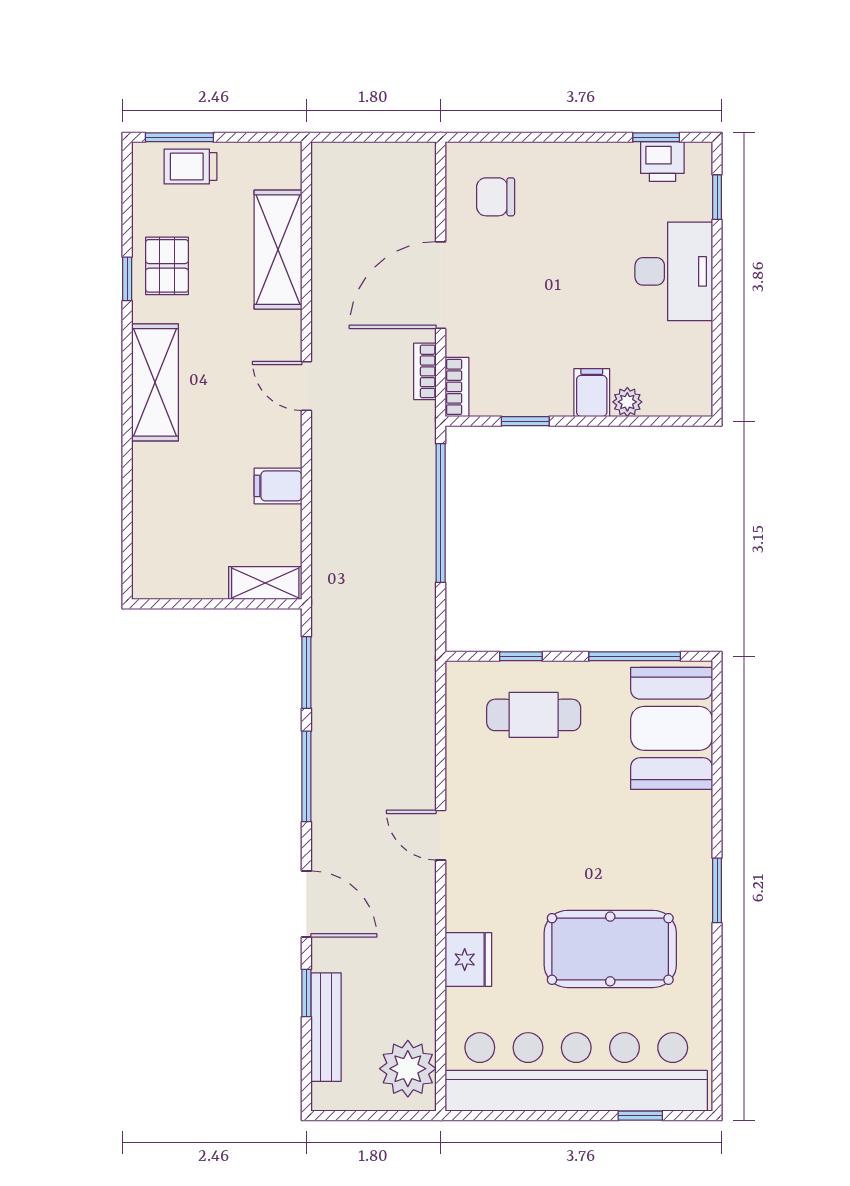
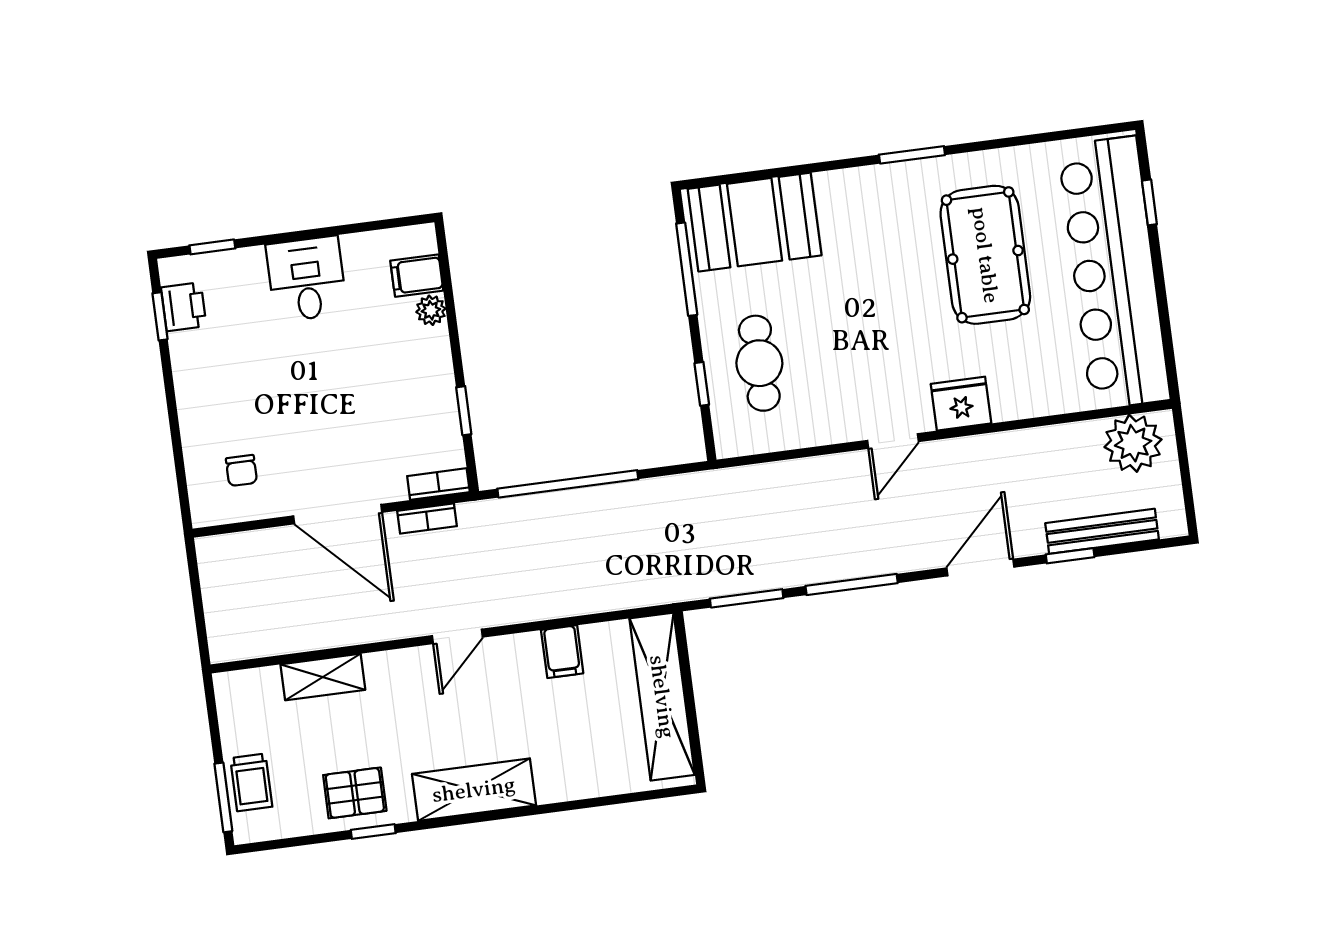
chair: (496, 197) -> (241, 470), width x0.73, depth x0.73
shelving: (278, 250) -> (323, 677), width x0.67, depth x0.75
desk: (674, 271) -> (307, 279), width x0.73
filing cabinet: (592, 393) -> (417, 276), moved
shelving: (265, 583) -> (662, 697), width x2.20, depth x1.33
fridge: (468, 960) -> (961, 404), moved

